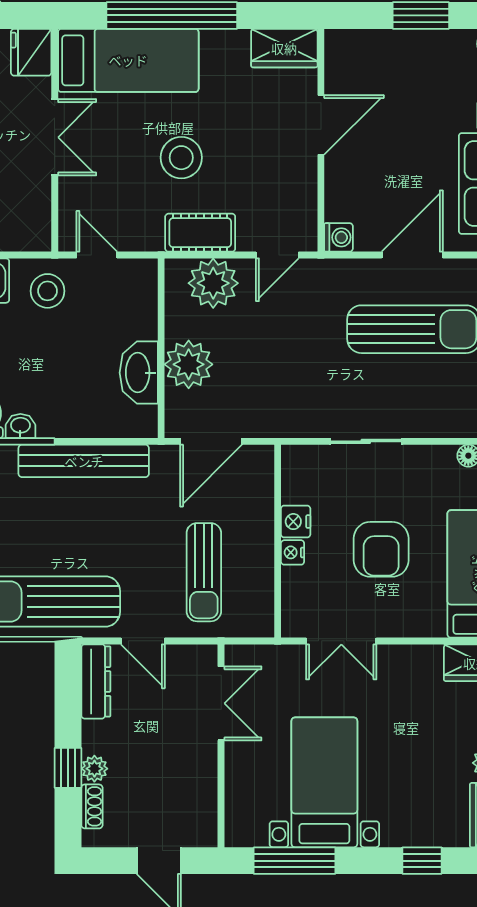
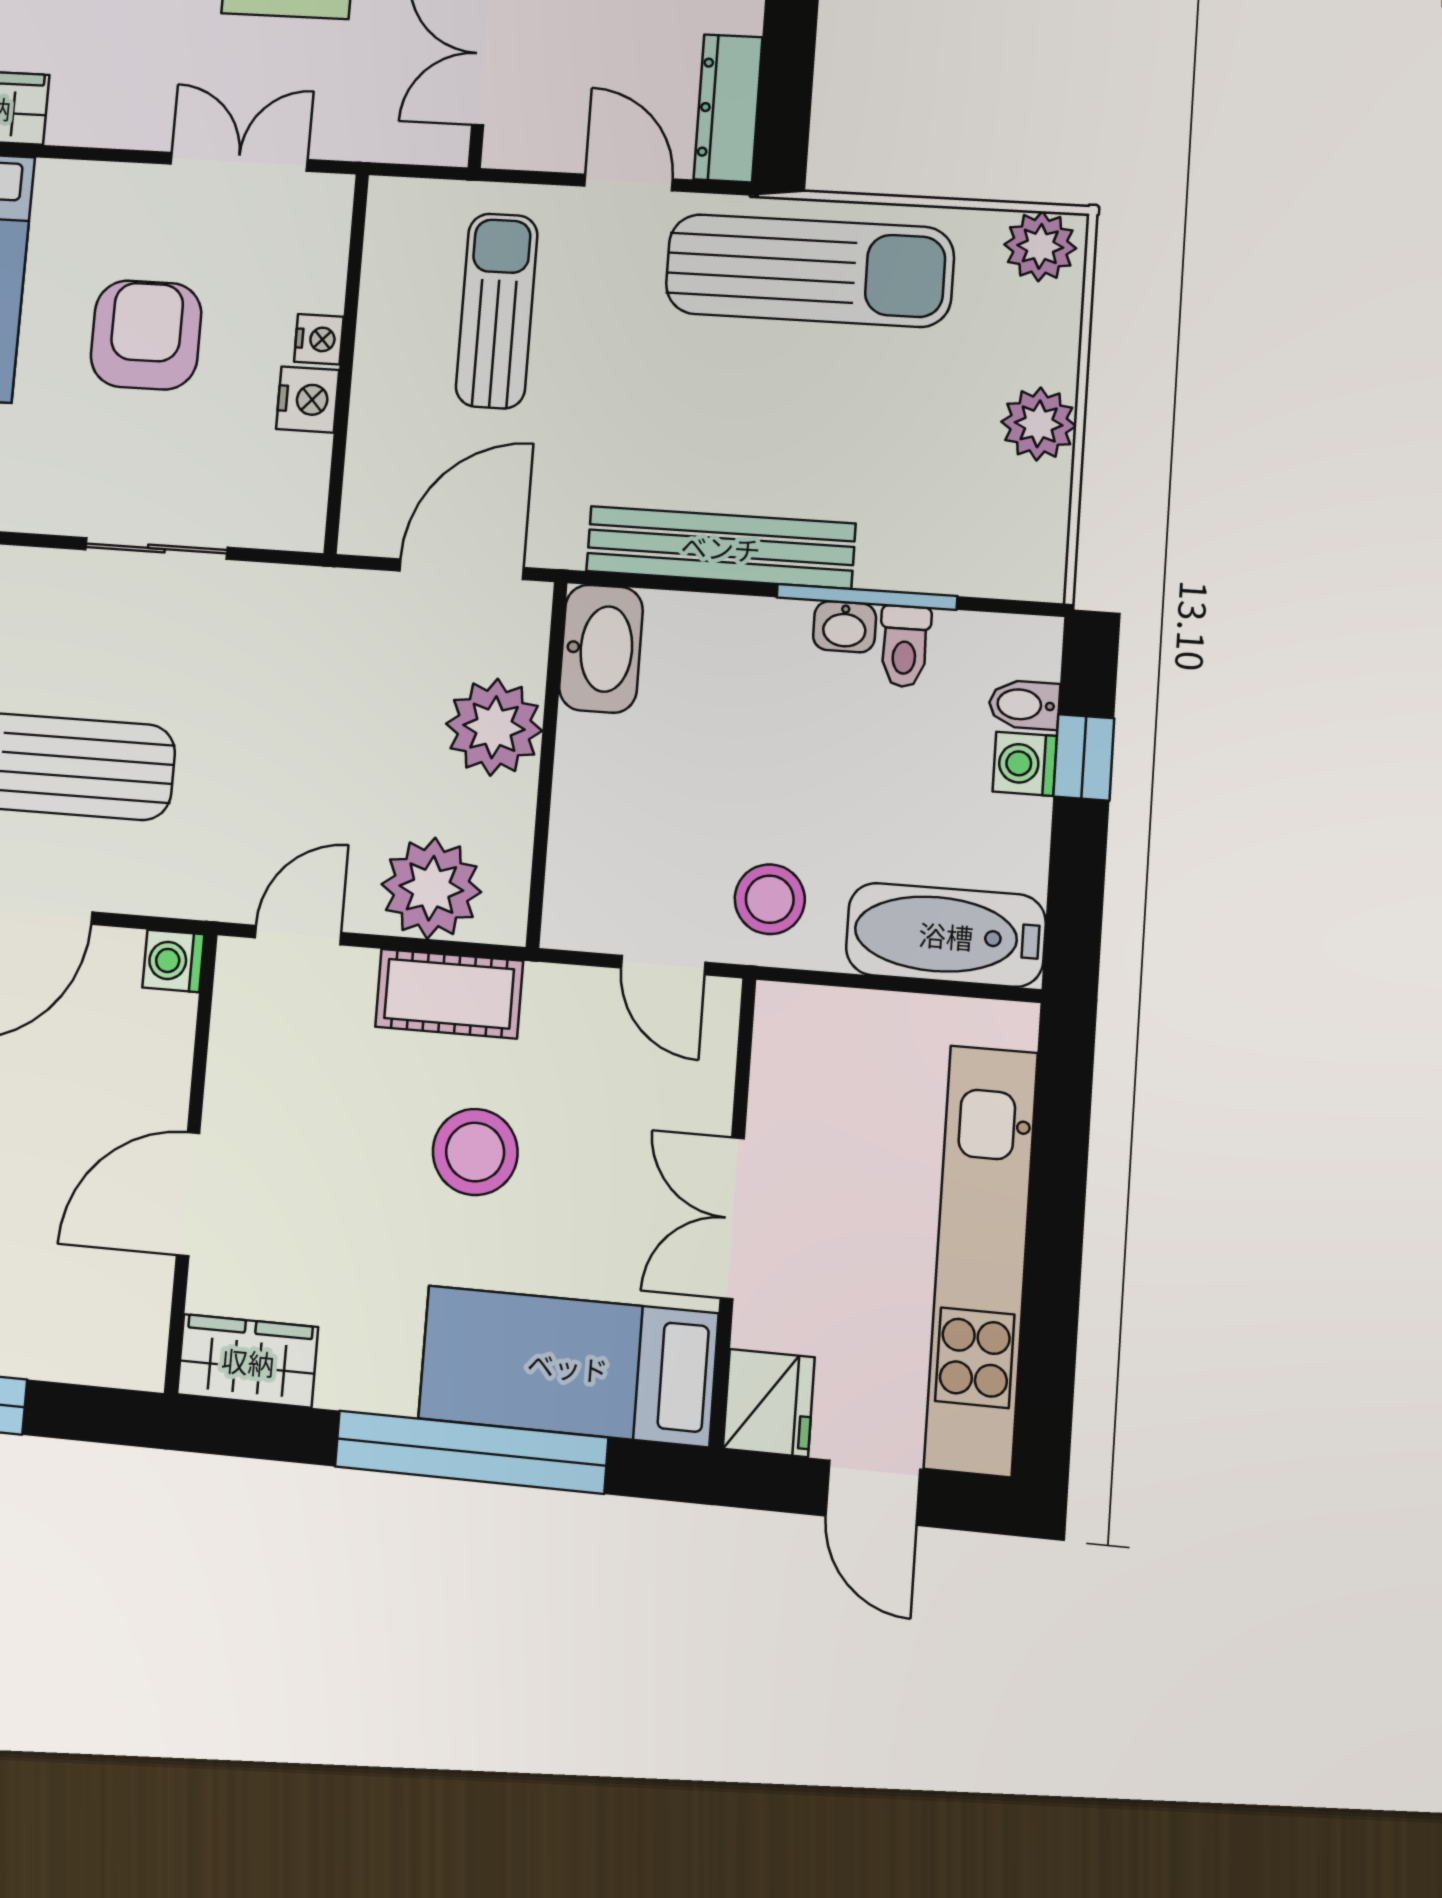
washbasin: (139, 373) -> (601, 649), moved

